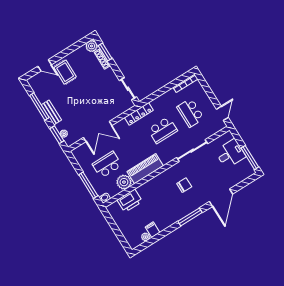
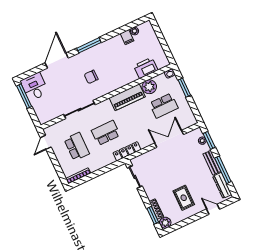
rug: (65, 72) -> (184, 198), moved
dresser: (38, 91) -> (222, 185), added
desk: (230, 154) -> (34, 87), moved, turned 90
window: (88, 185) -> (184, 88), width x0.69

